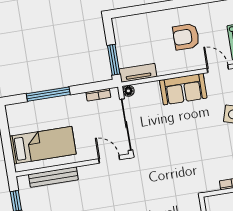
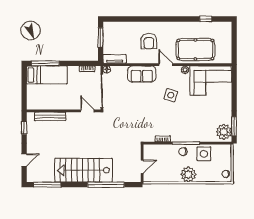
armchair: (186, 37) -> (149, 41), turned -90
window: (114, 60) -> (101, 37), moved
window: (48, 94) -> (45, 63), moved
bed: (43, 145) -> (47, 75), moved

